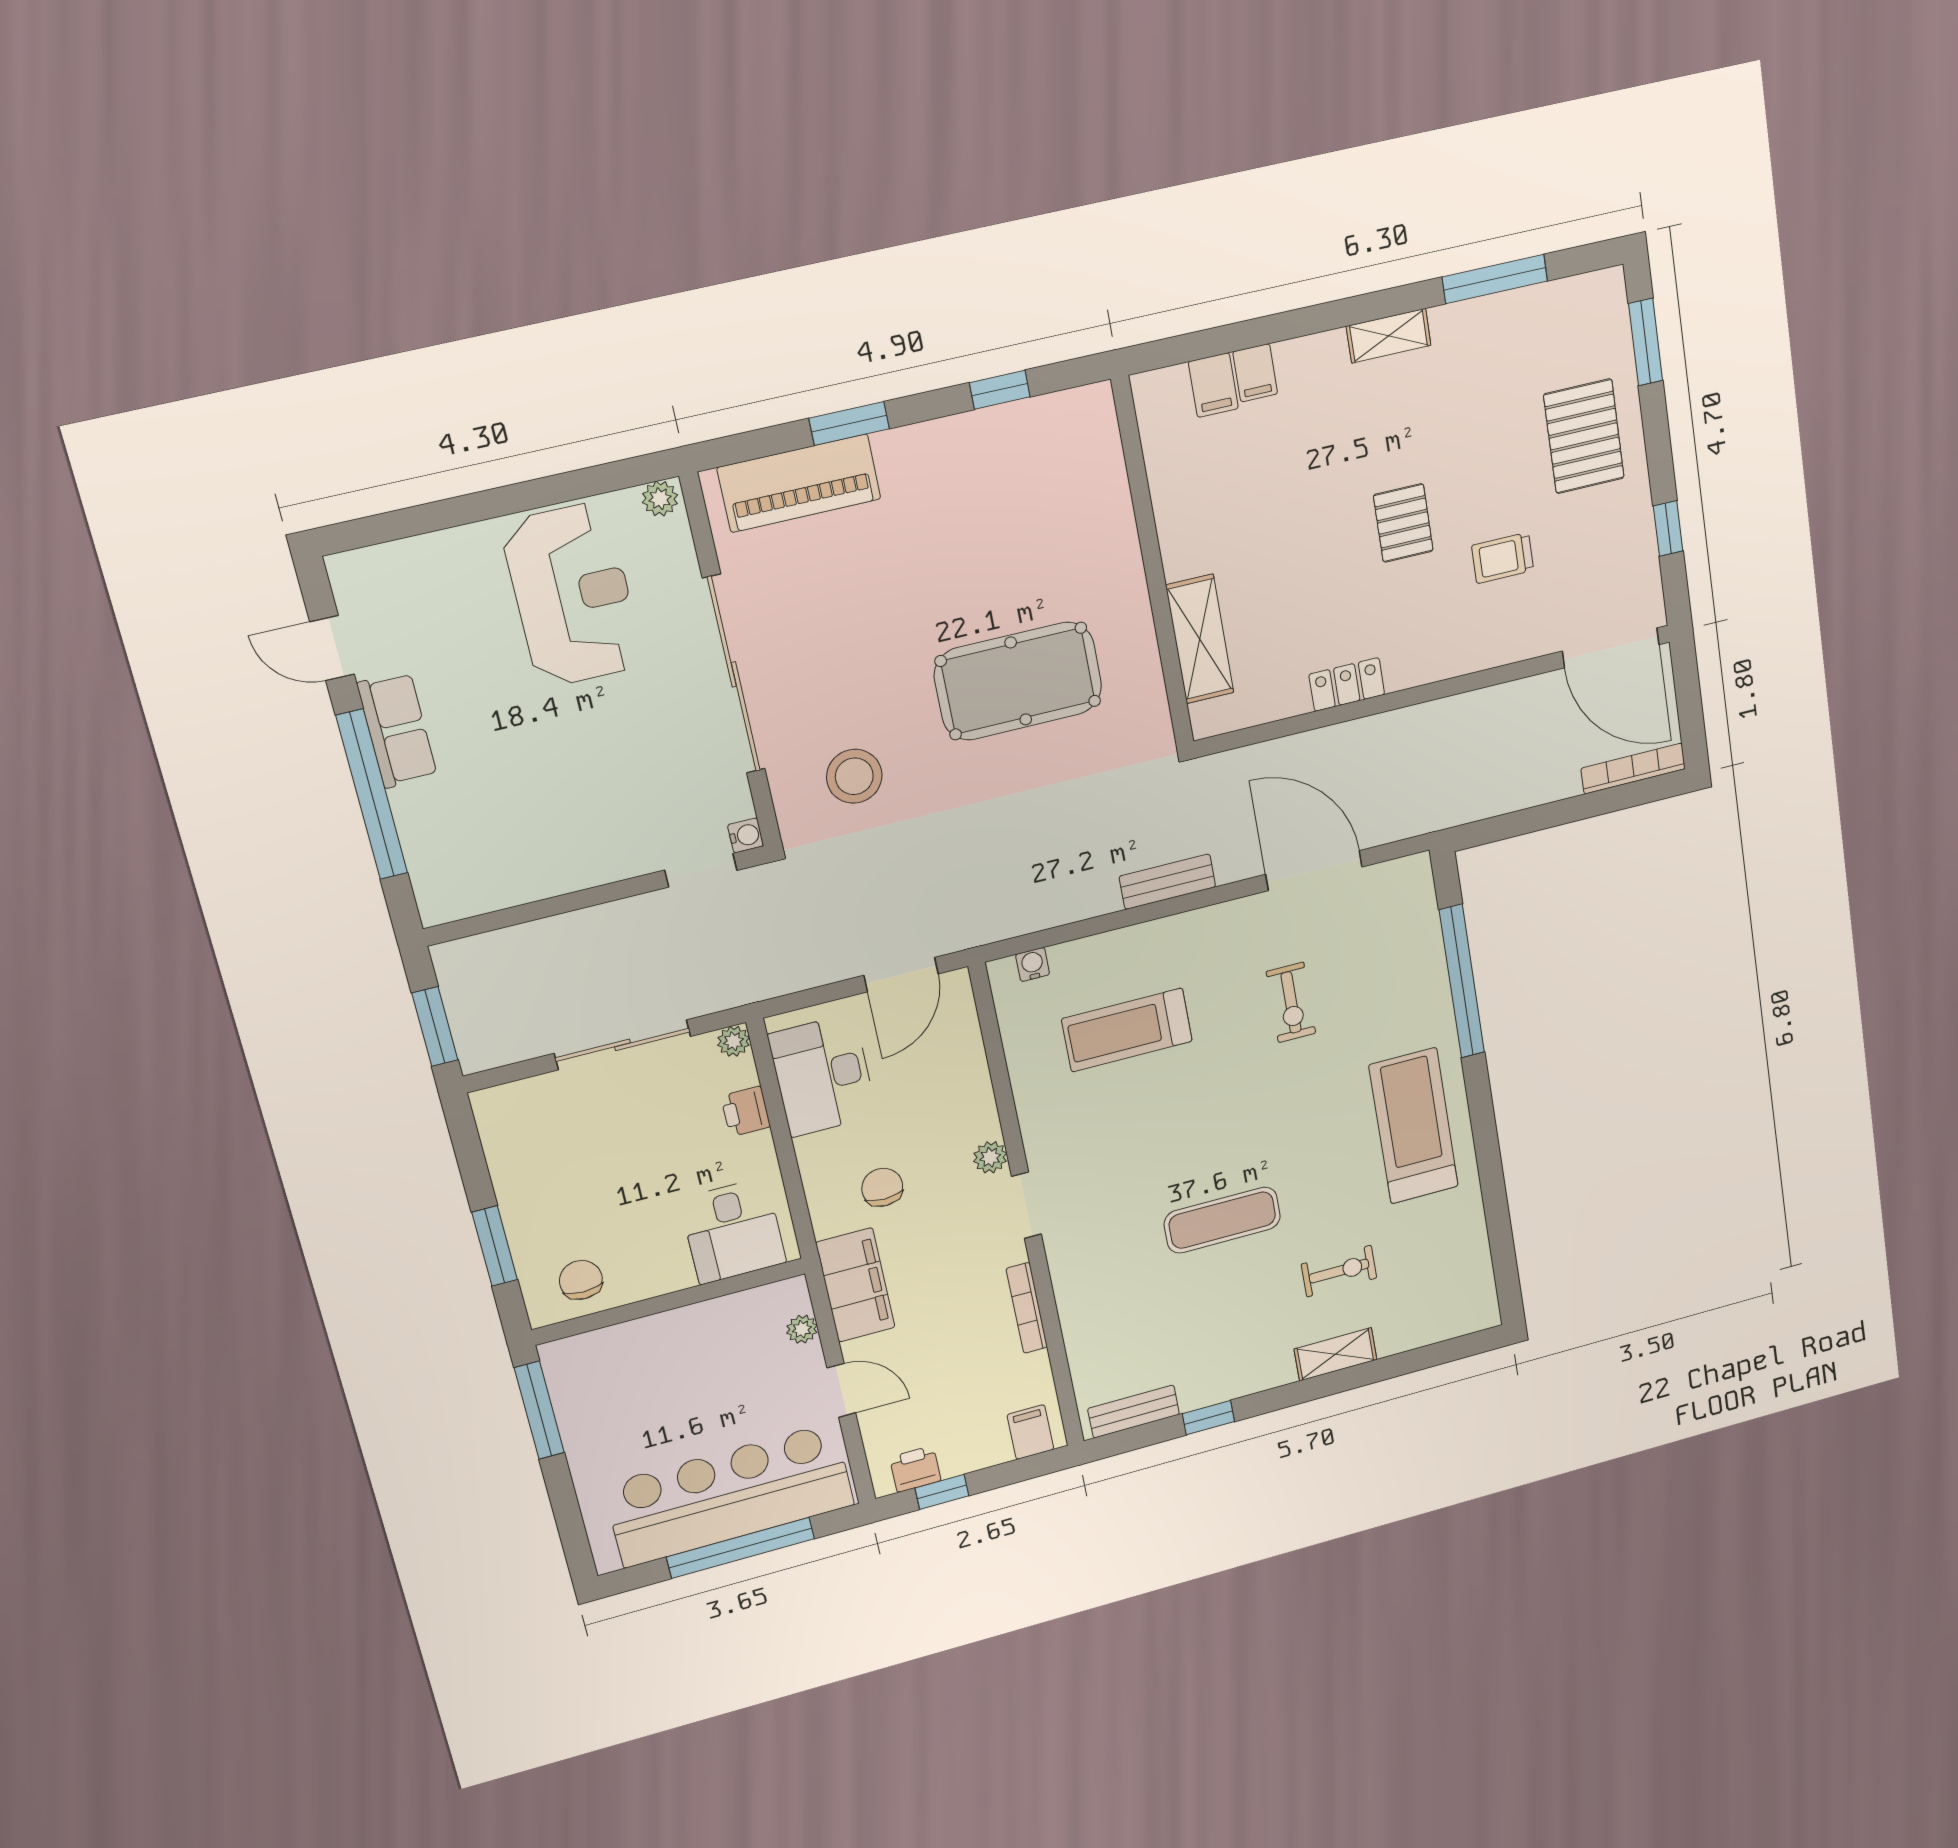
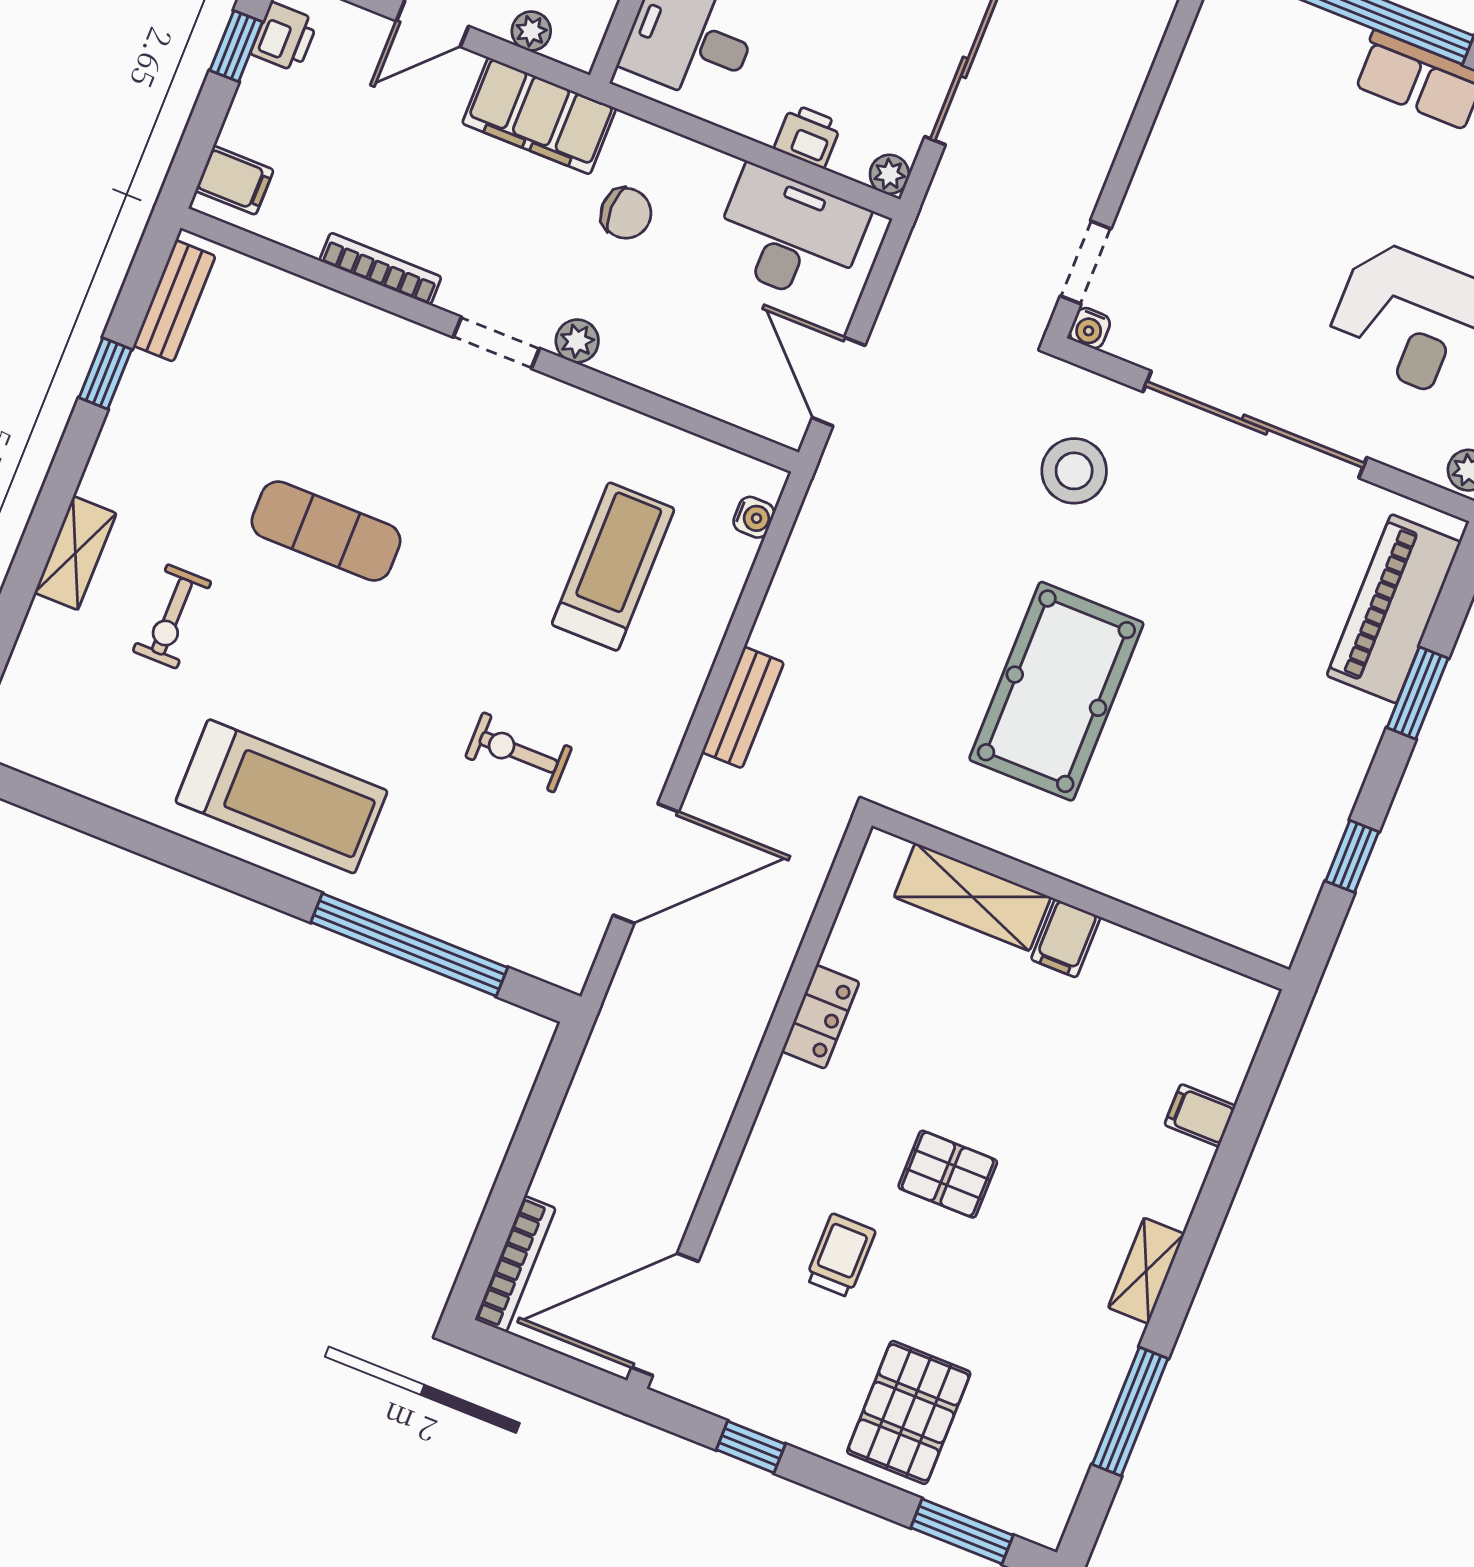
filing cabinet: (1213, 385) -> (1066, 938), moved, turned -90
pallet: (1584, 436) -> (909, 1412), turned 90
exercise mat: (1222, 1220) -> (326, 531), turned 90

